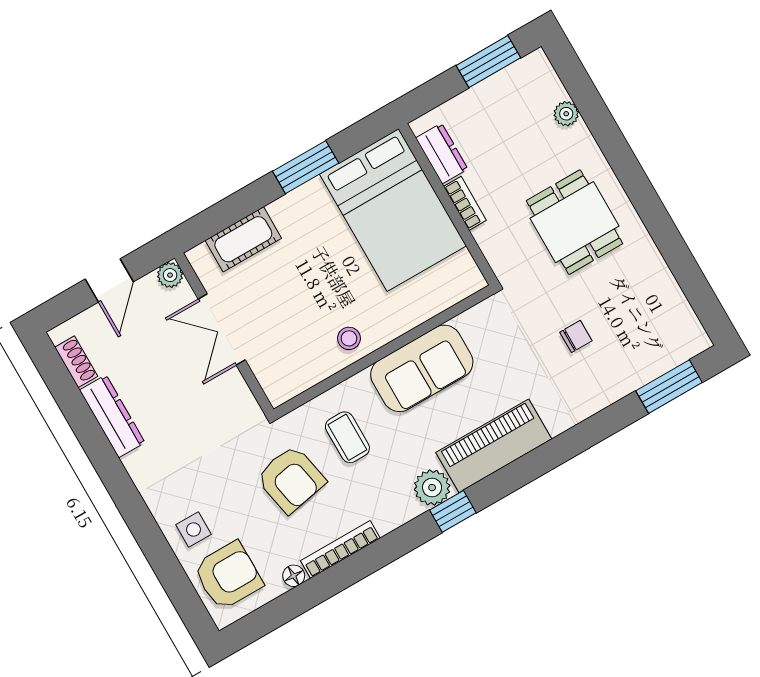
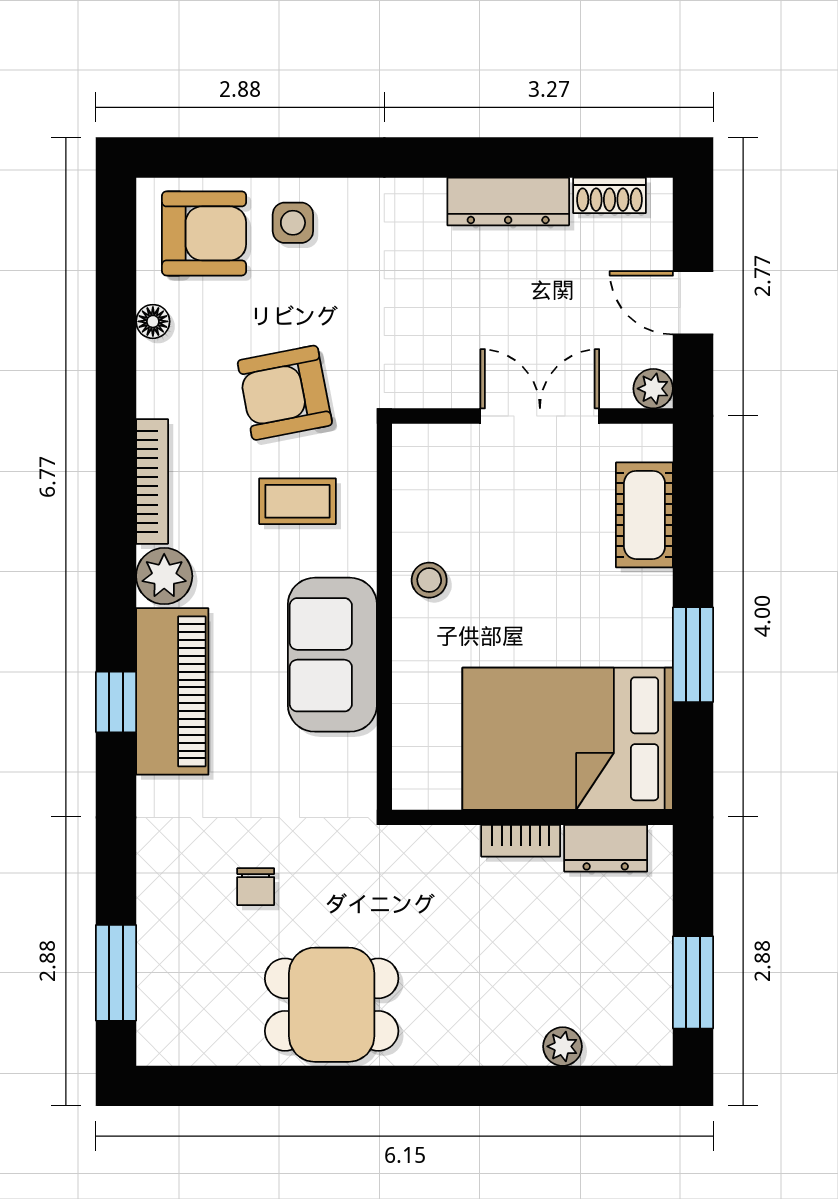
dining table: (574, 222) -> (332, 1005), moved
window: (453, 511) -> (116, 702), moved
bookcase: (340, 549) -> (152, 481), moved
armchair: (228, 576) -> (204, 233), turned -90

